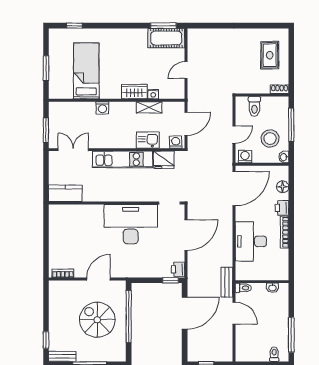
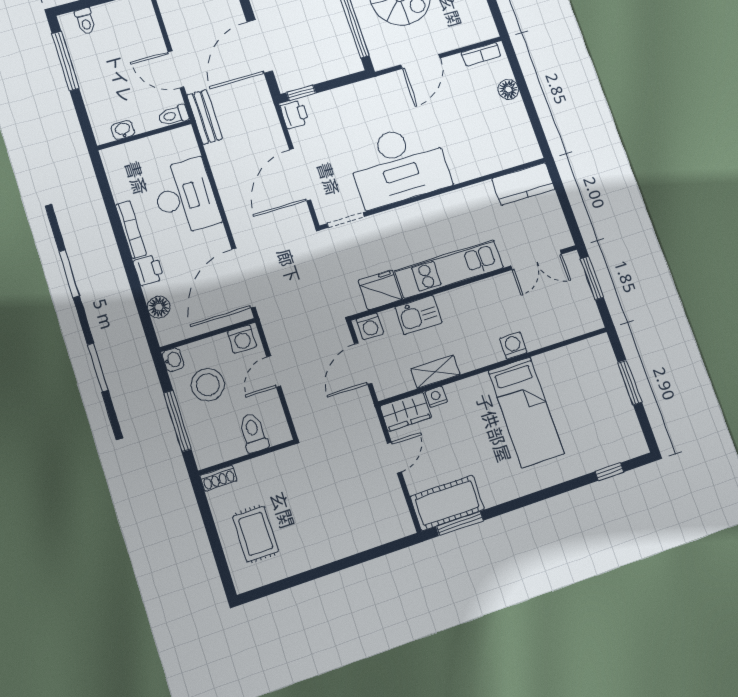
bed: (86, 71) -> (526, 412), moved
wardrobe: (134, 92) -> (406, 412), moved
floor lamp: (55, 249) -> (508, 89), added

